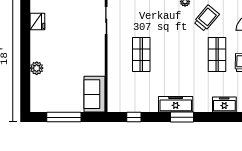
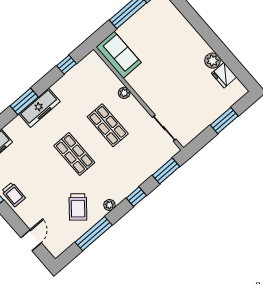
shop shelf: (217, 55) -> (74, 154), moved
plant: (112, 66) -> (124, 93), added
plant: (37, 68) -> (213, 61), moved

